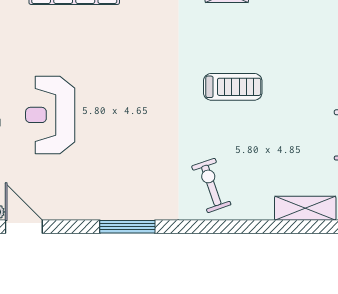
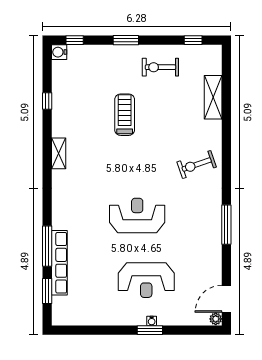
treadmill: (233, 87) -> (125, 115), moved
reception desk: (140, 102) -> (137, 216), added

